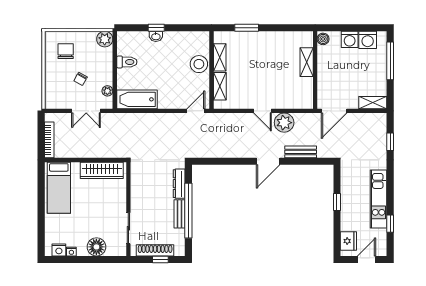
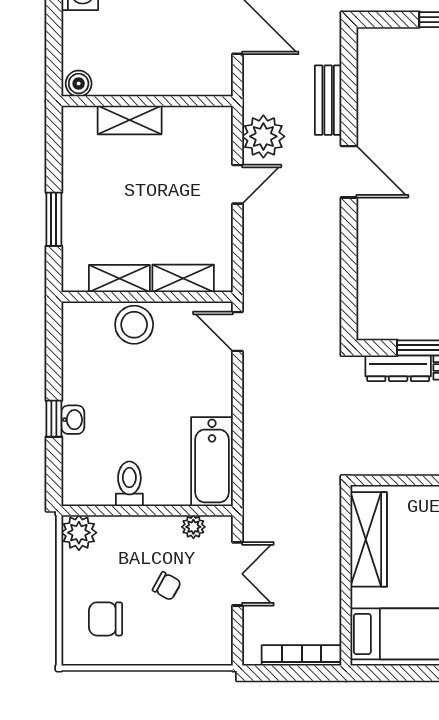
boiler: (323, 39) -> (79, 84), moved
shelving: (307, 62) -> (130, 120), moved
wall: (315, 70) -> (147, 101), moved

